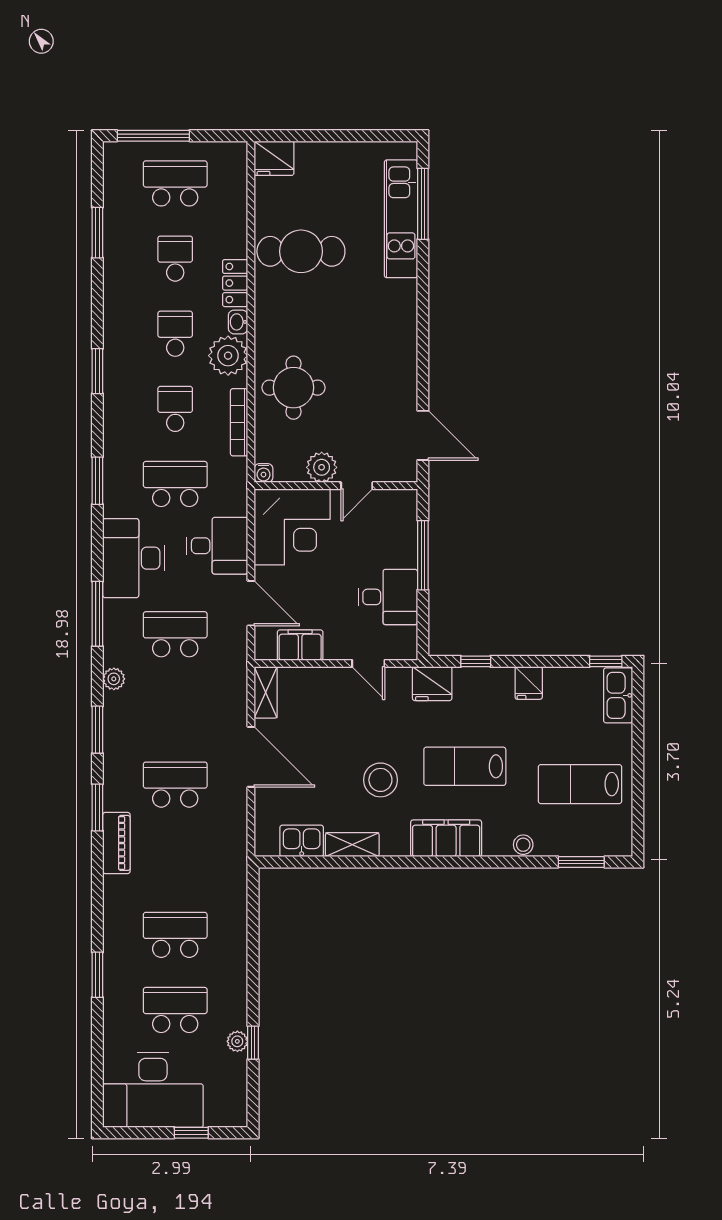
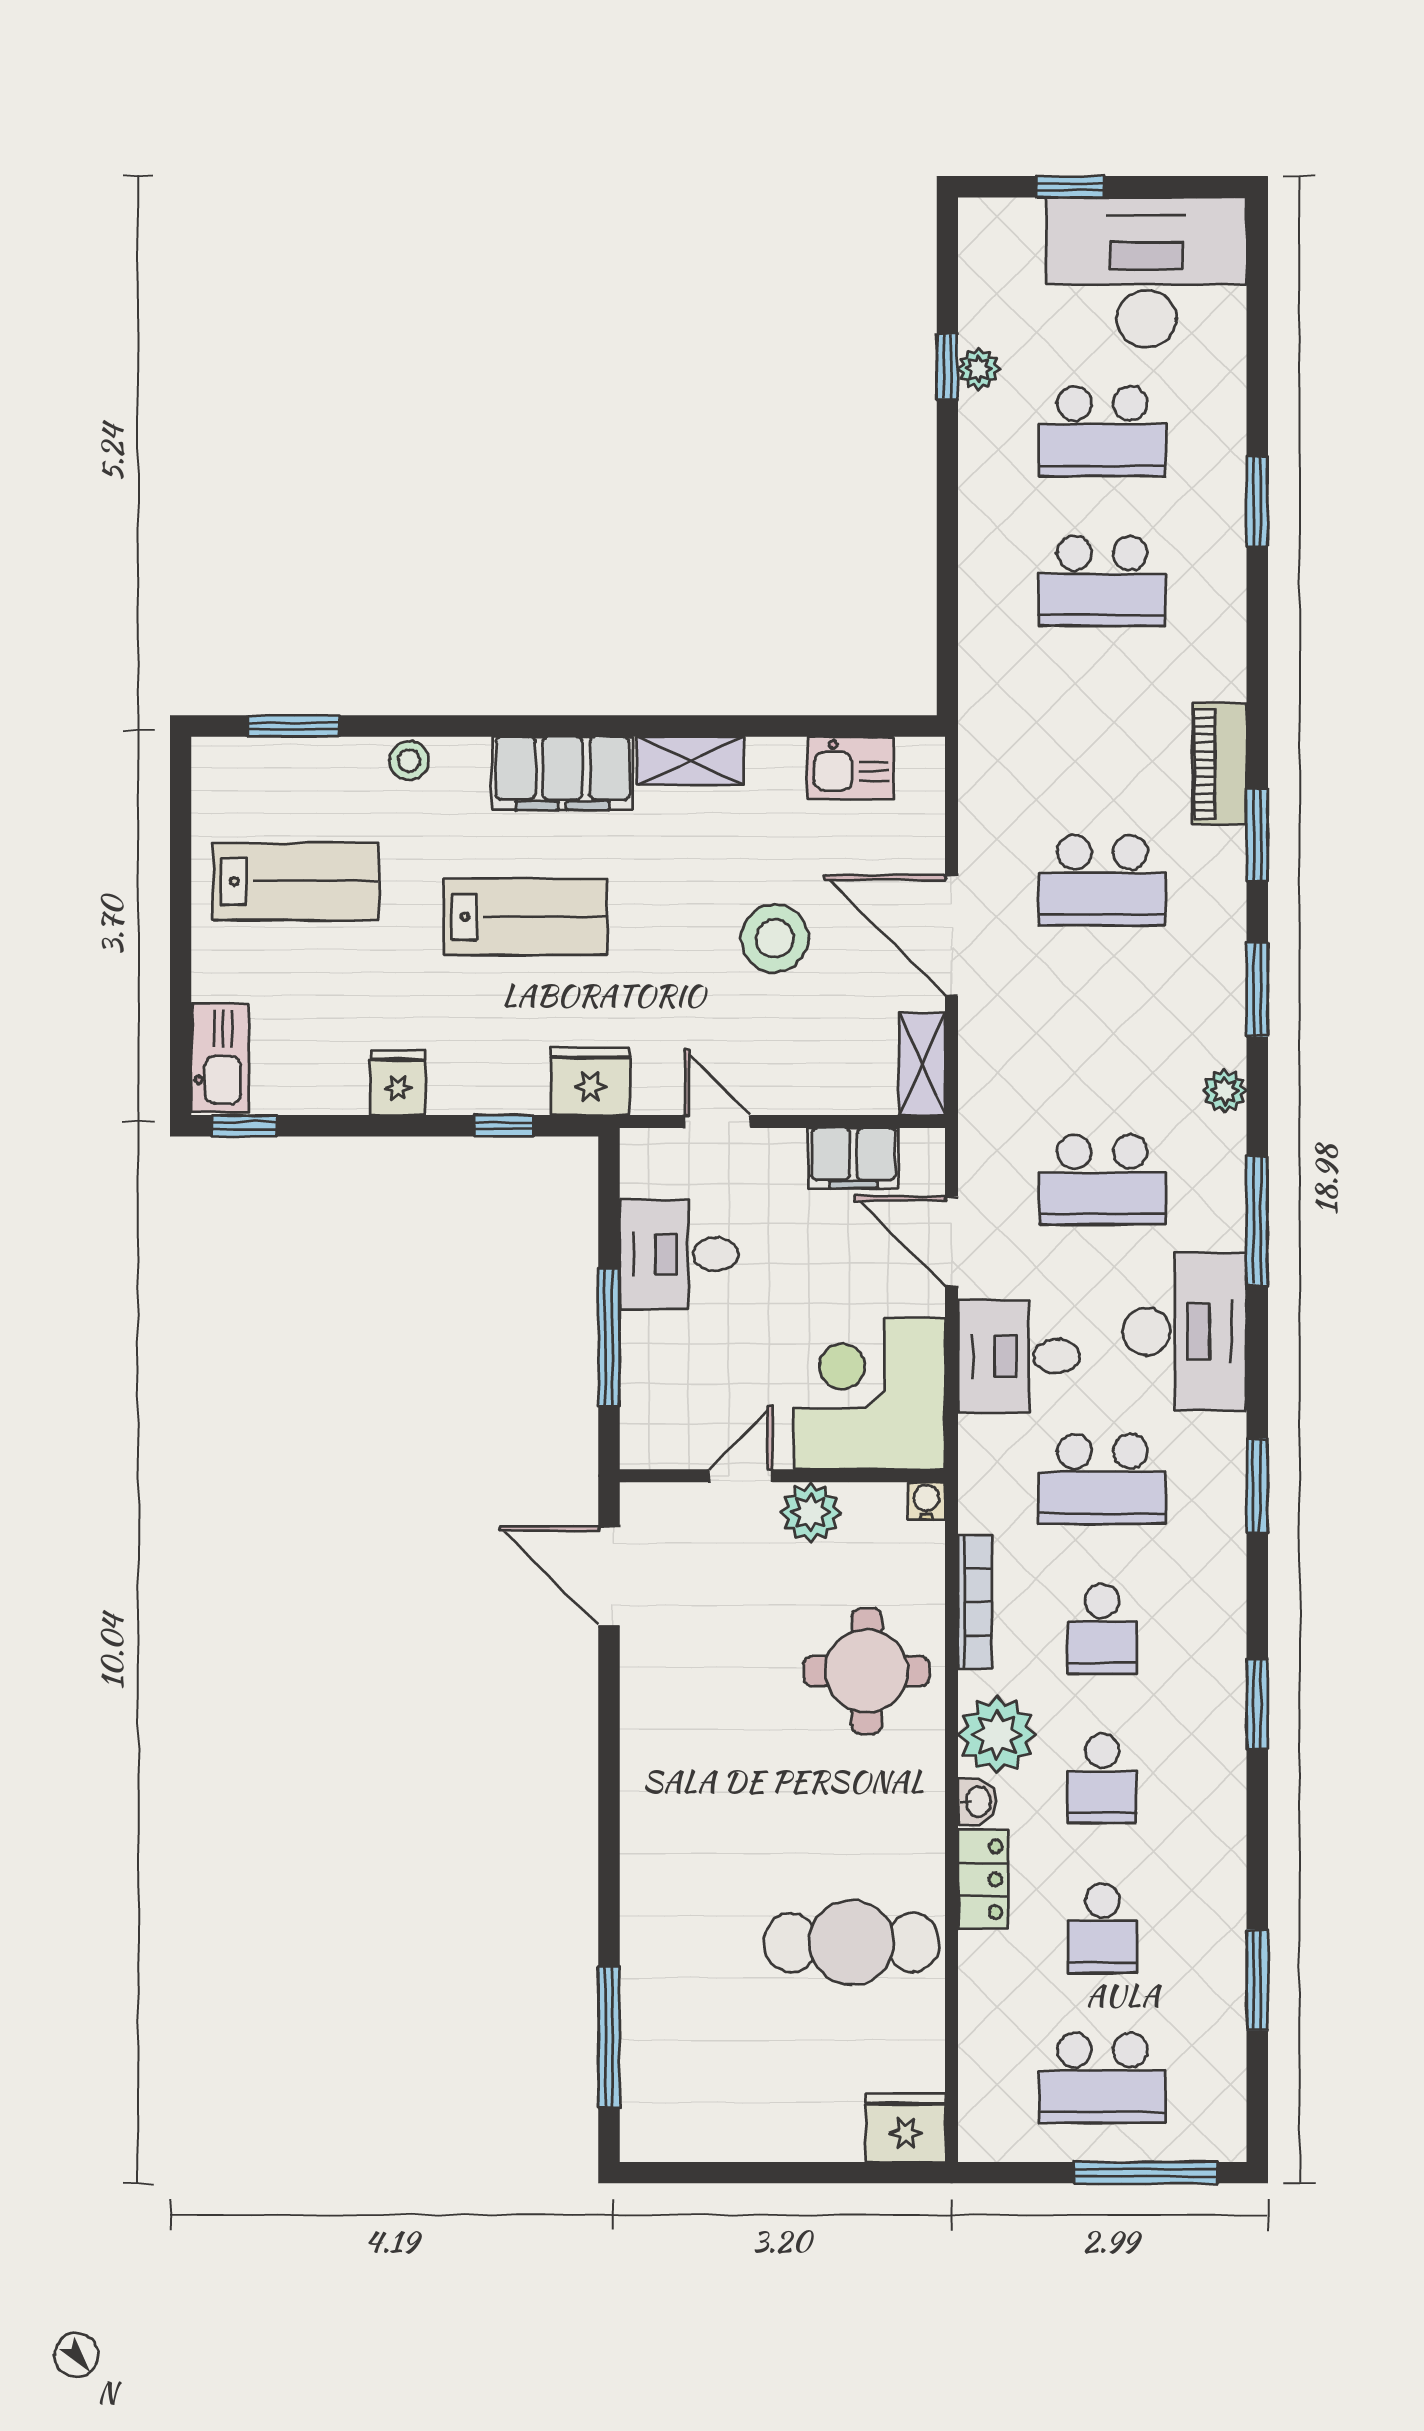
kitchen unit: (401, 219) -> (653, 2007), removed
stool: (380, 780) -> (775, 938), moved
shelving: (352, 845) -> (691, 761), moved

